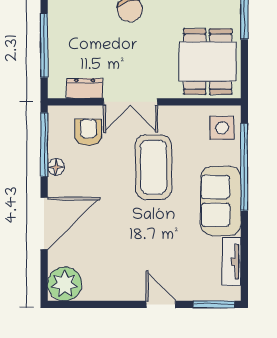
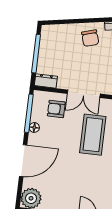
dresser: (85, 88) -> (46, 81), moved
armchair: (88, 132) -> (56, 109), turned -90

